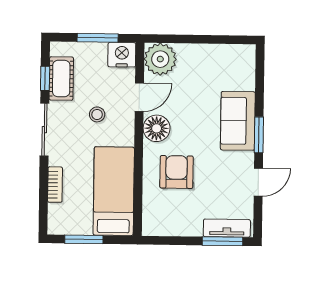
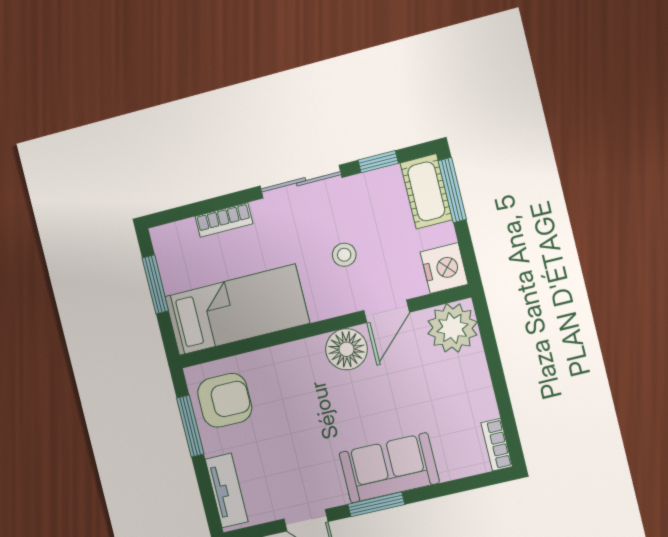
window: (98, 38) -> (452, 190), moved
bookcase: (240, 50) -> (497, 445), added
cot: (61, 79) -> (426, 191), moved, turned 90
door: (139, 97) -> (387, 311), hinge flipped
armchair: (177, 172) -> (225, 400), moved
window: (222, 241) -> (190, 426), moved

